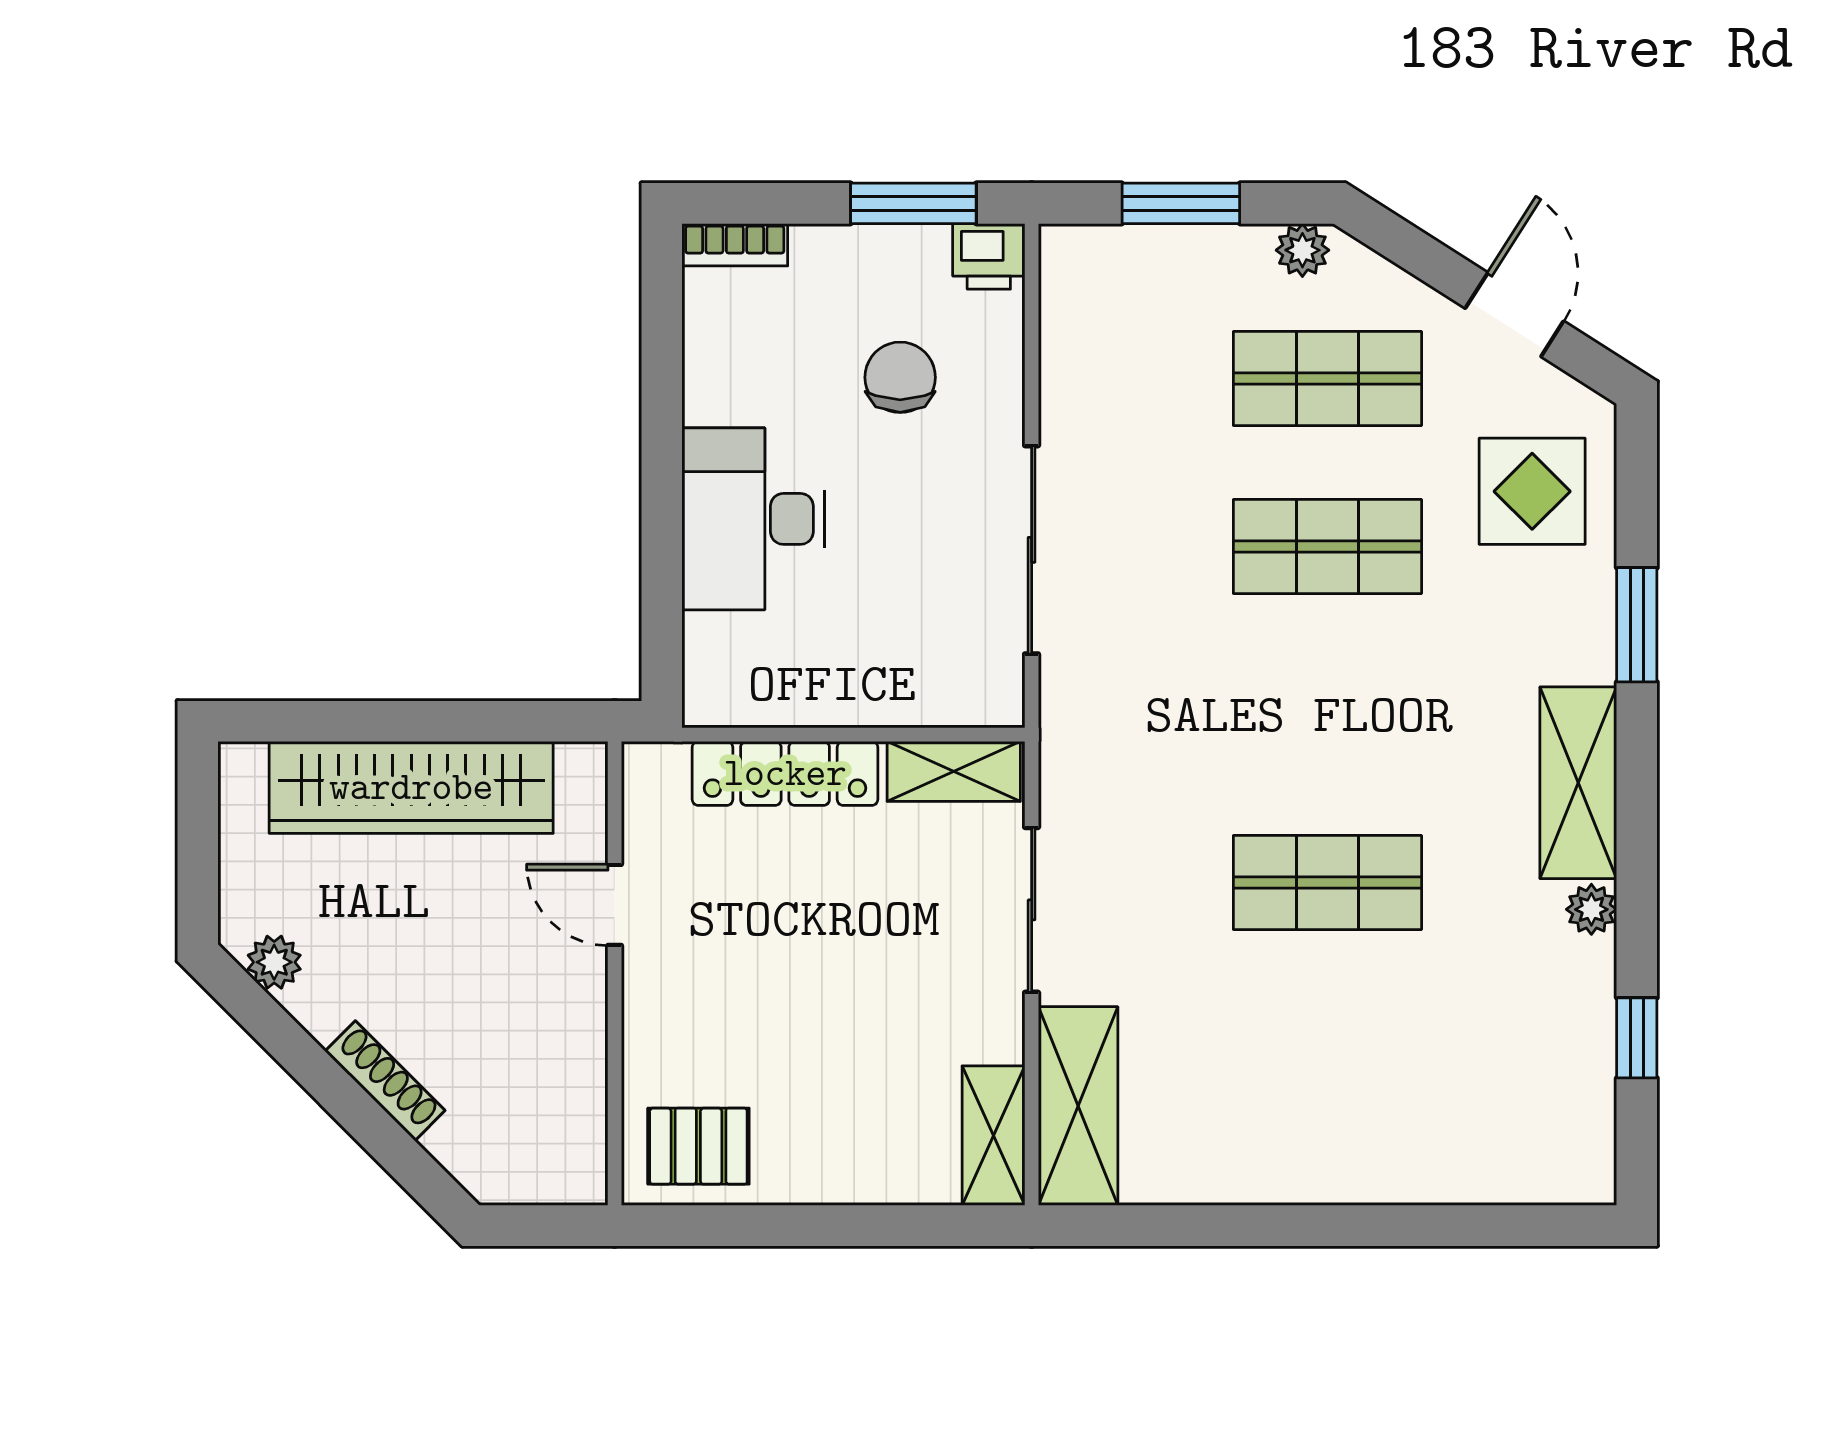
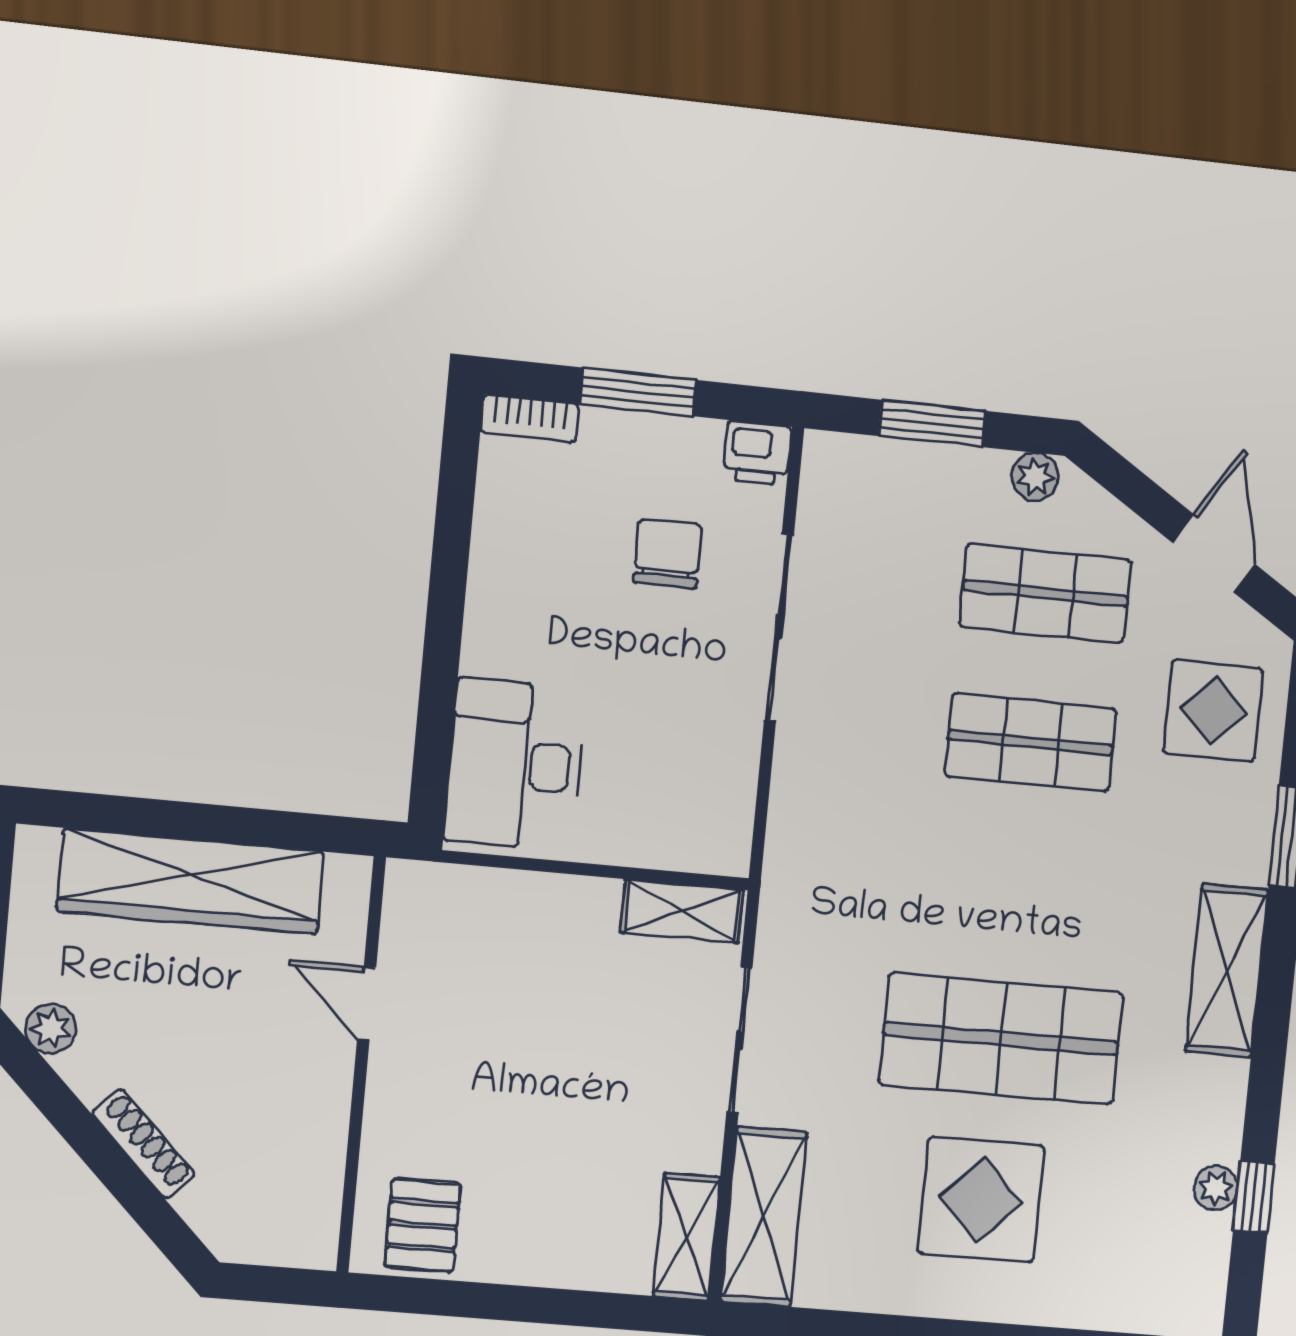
window: (913, 203) -> (638, 392), moved
desk: (753, 519) -> (515, 765), moved
sliding door: (1032, 550) -> (779, 627), moved
locker: (785, 773) -> (531, 899), removed
shop shelf: (1327, 883) -> (1001, 1039), width x1.43, depth x1.36
plant: (1591, 909) -> (1216, 1188), moved
display table: (1323, 1067) -> (981, 1200), added
pallet: (698, 1146) -> (423, 1225), turned 90

